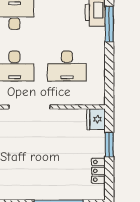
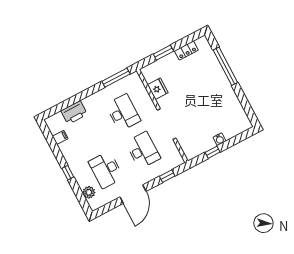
window: (109, 24) -> (116, 78), moved
fridge: (96, 119) -> (158, 89), moved, turned -90

